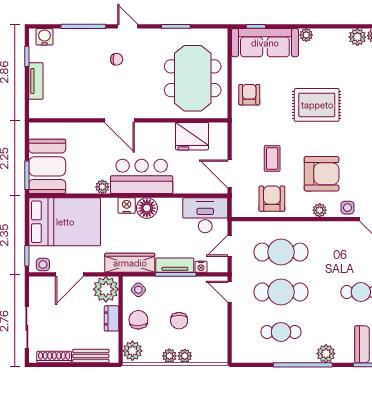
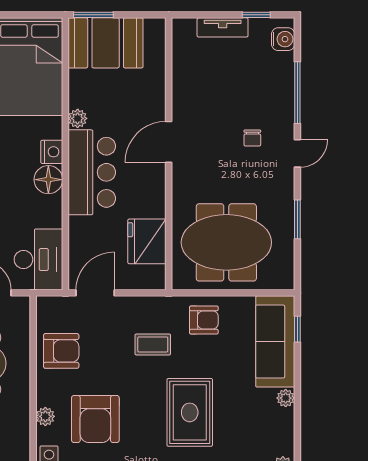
coffee table: (272, 159) -> (153, 344), moved

